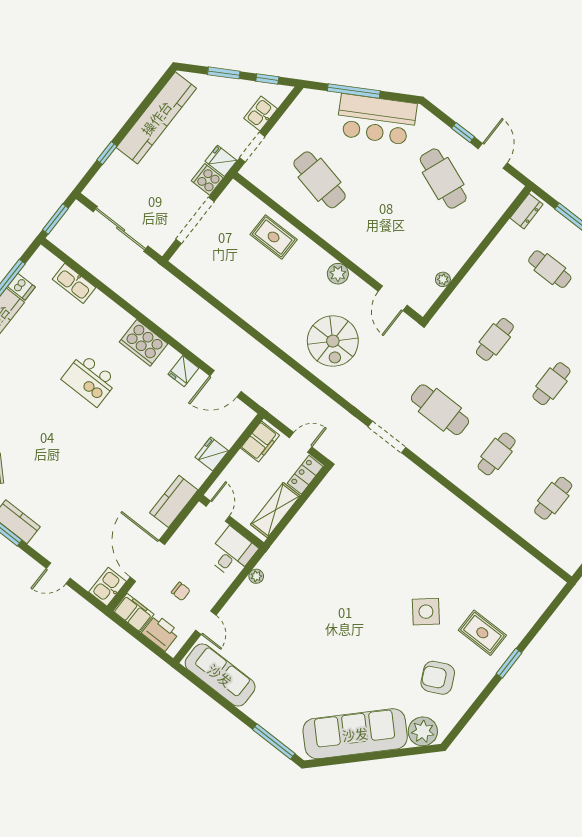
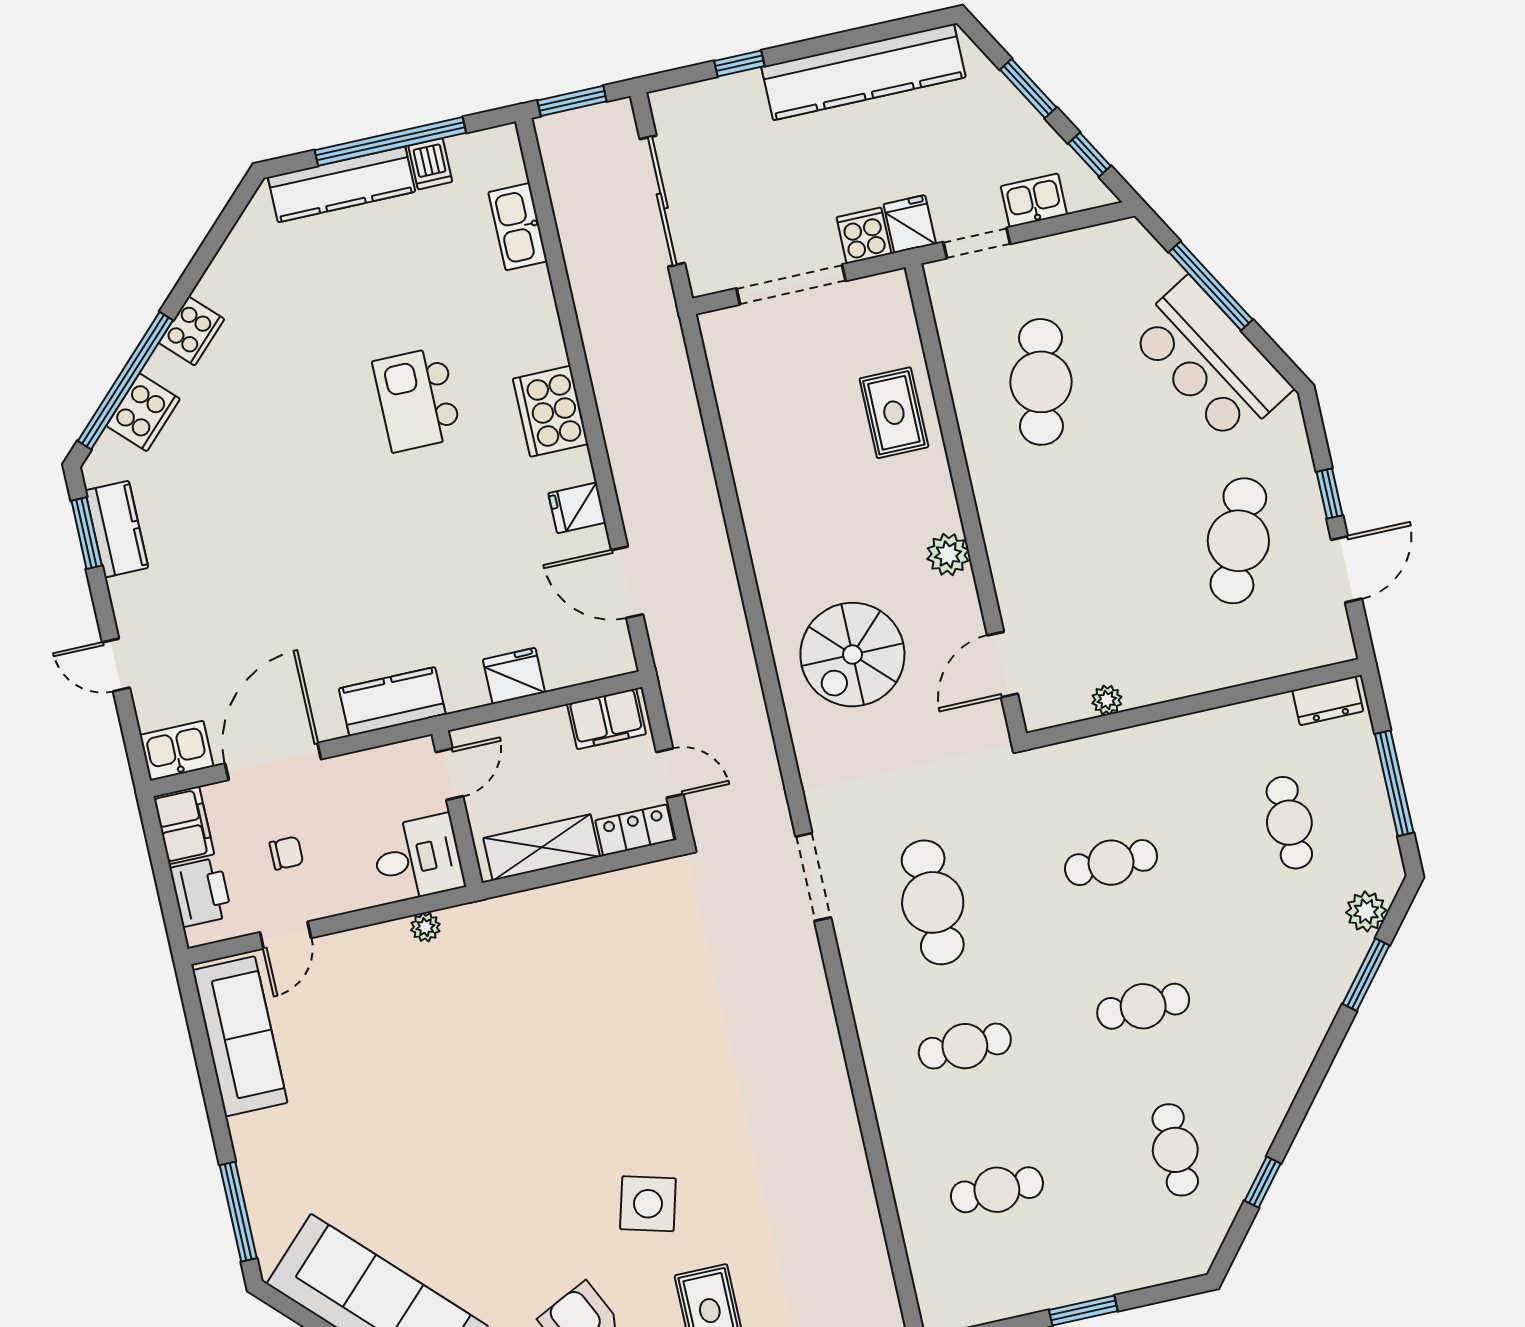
chair: (181, 591) -> (286, 853), turned -90
side table: (426, 612) -> (648, 1204), turned -35

